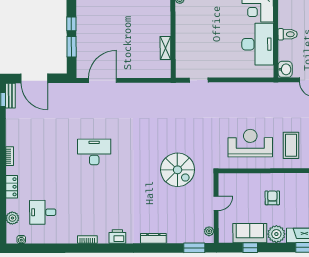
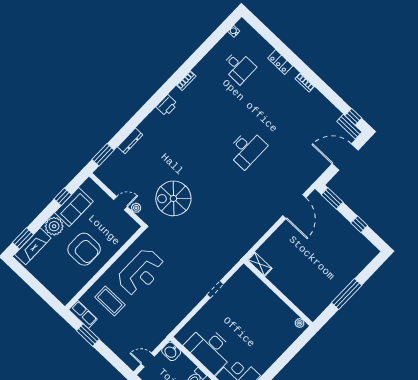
window: (72, 47) -> (332, 198), moved
shelving: (165, 48) -> (260, 264), moved
doorway: (199, 80) -> (215, 289), moved
armchair: (272, 198) -> (84, 249), width x1.88, depth x1.88
door: (216, 203) -> (121, 203), swing flipped
desk: (43, 212) -> (239, 67), turned 90
plant: (12, 218) -> (256, 40), removed
plant: (209, 231) -> (136, 208), moved
dresser: (153, 238) -> (130, 141), moved

